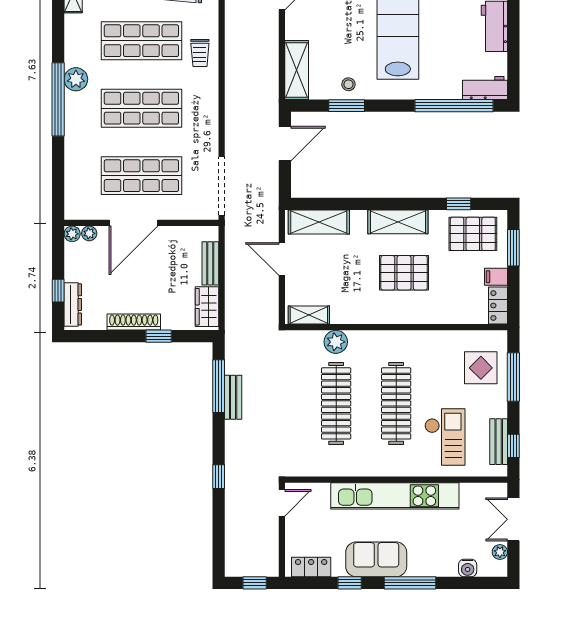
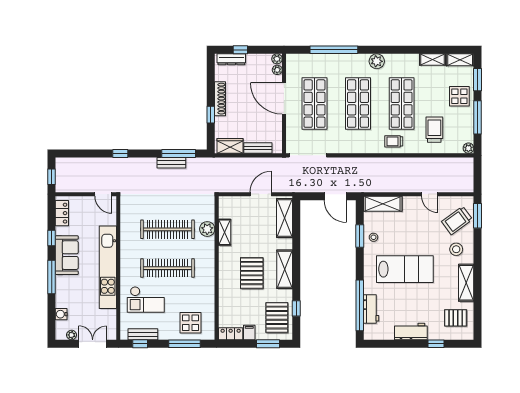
workbench: (485, 88) -> (371, 309), moved
window: (58, 99) -> (334, 50), moved
shelving: (309, 315) -> (225, 232), moved

